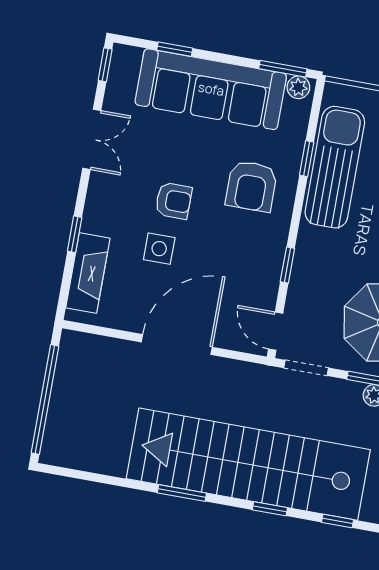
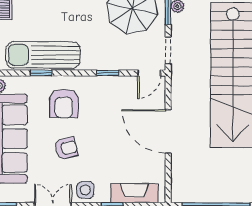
armchair: (251, 186) -> (64, 103), turned 90
armchair: (174, 201) -> (66, 148), moved, turned 76
side table: (159, 249) -> (85, 190), moved

